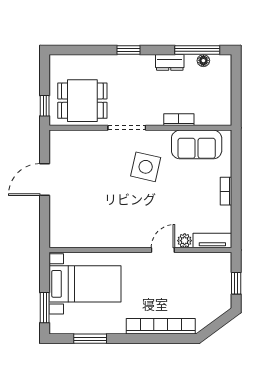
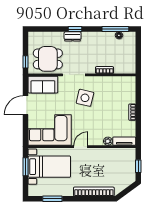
dresser: (170, 62) -> (73, 36), moved
sofa: (197, 144) -> (43, 85), moved
corner sofa: (86, 222) -> (50, 130), added
door: (163, 250) -> (81, 147), moved
window: (45, 308) -> (26, 167), moved

